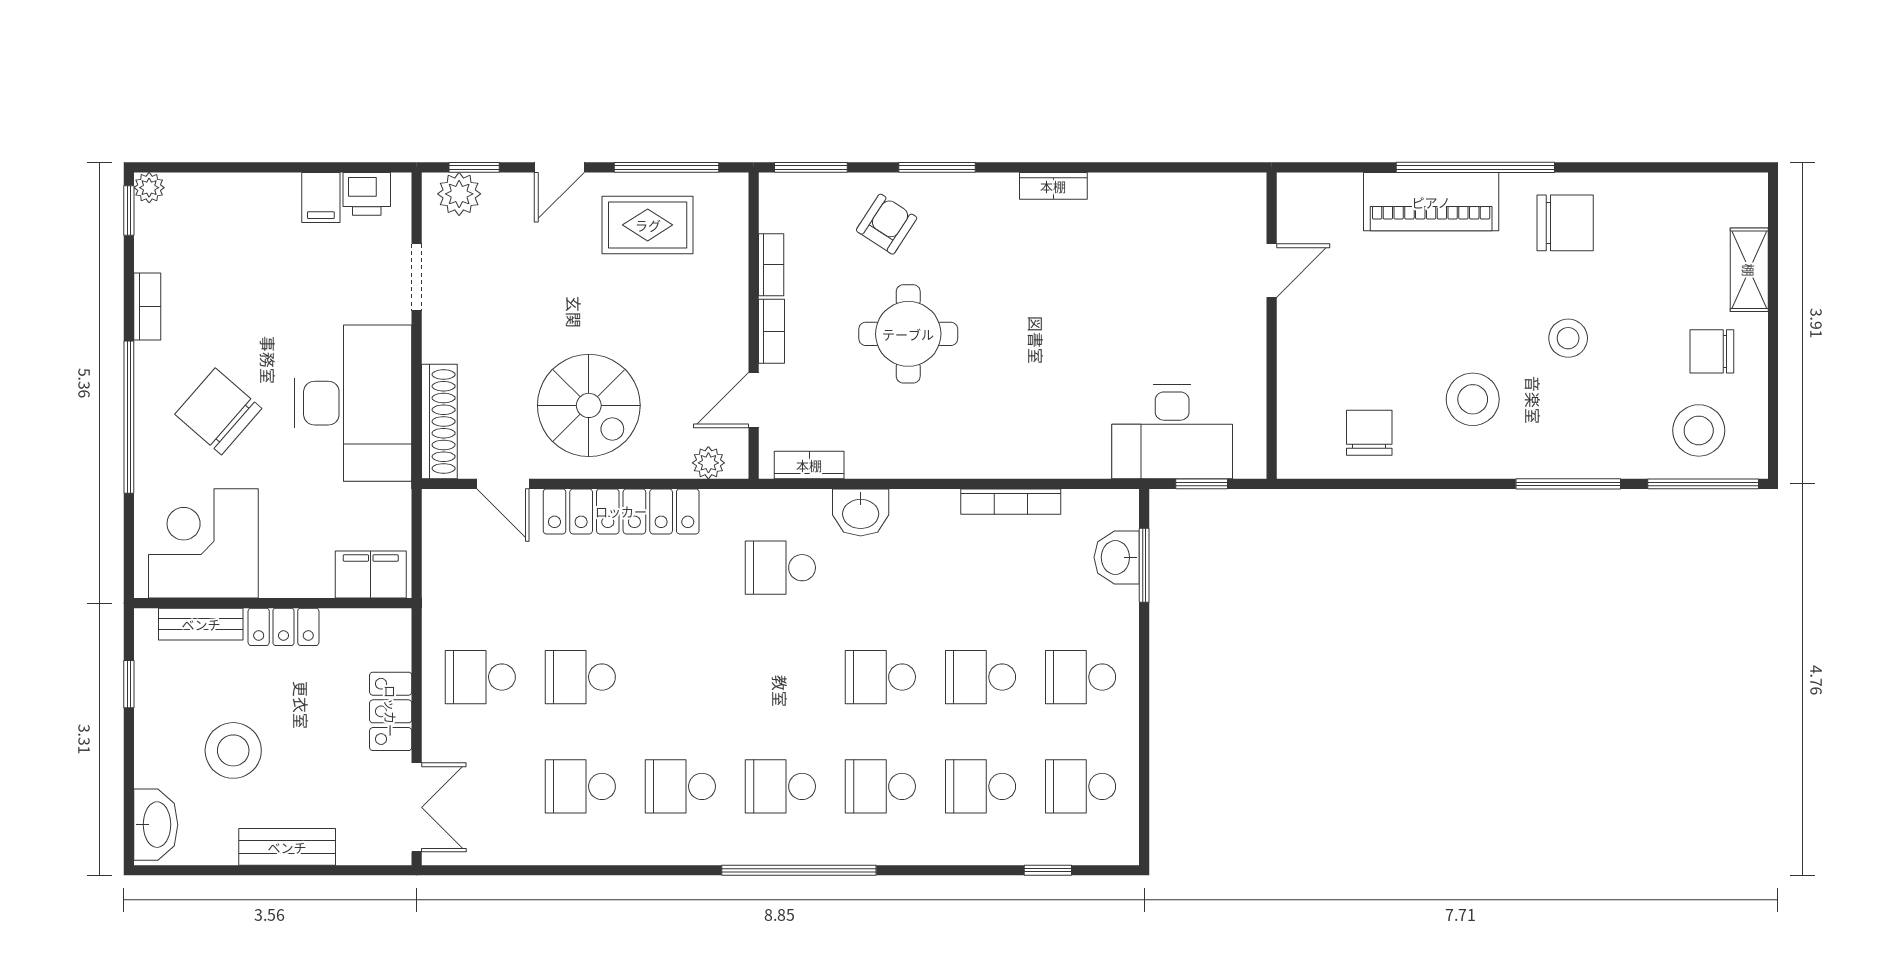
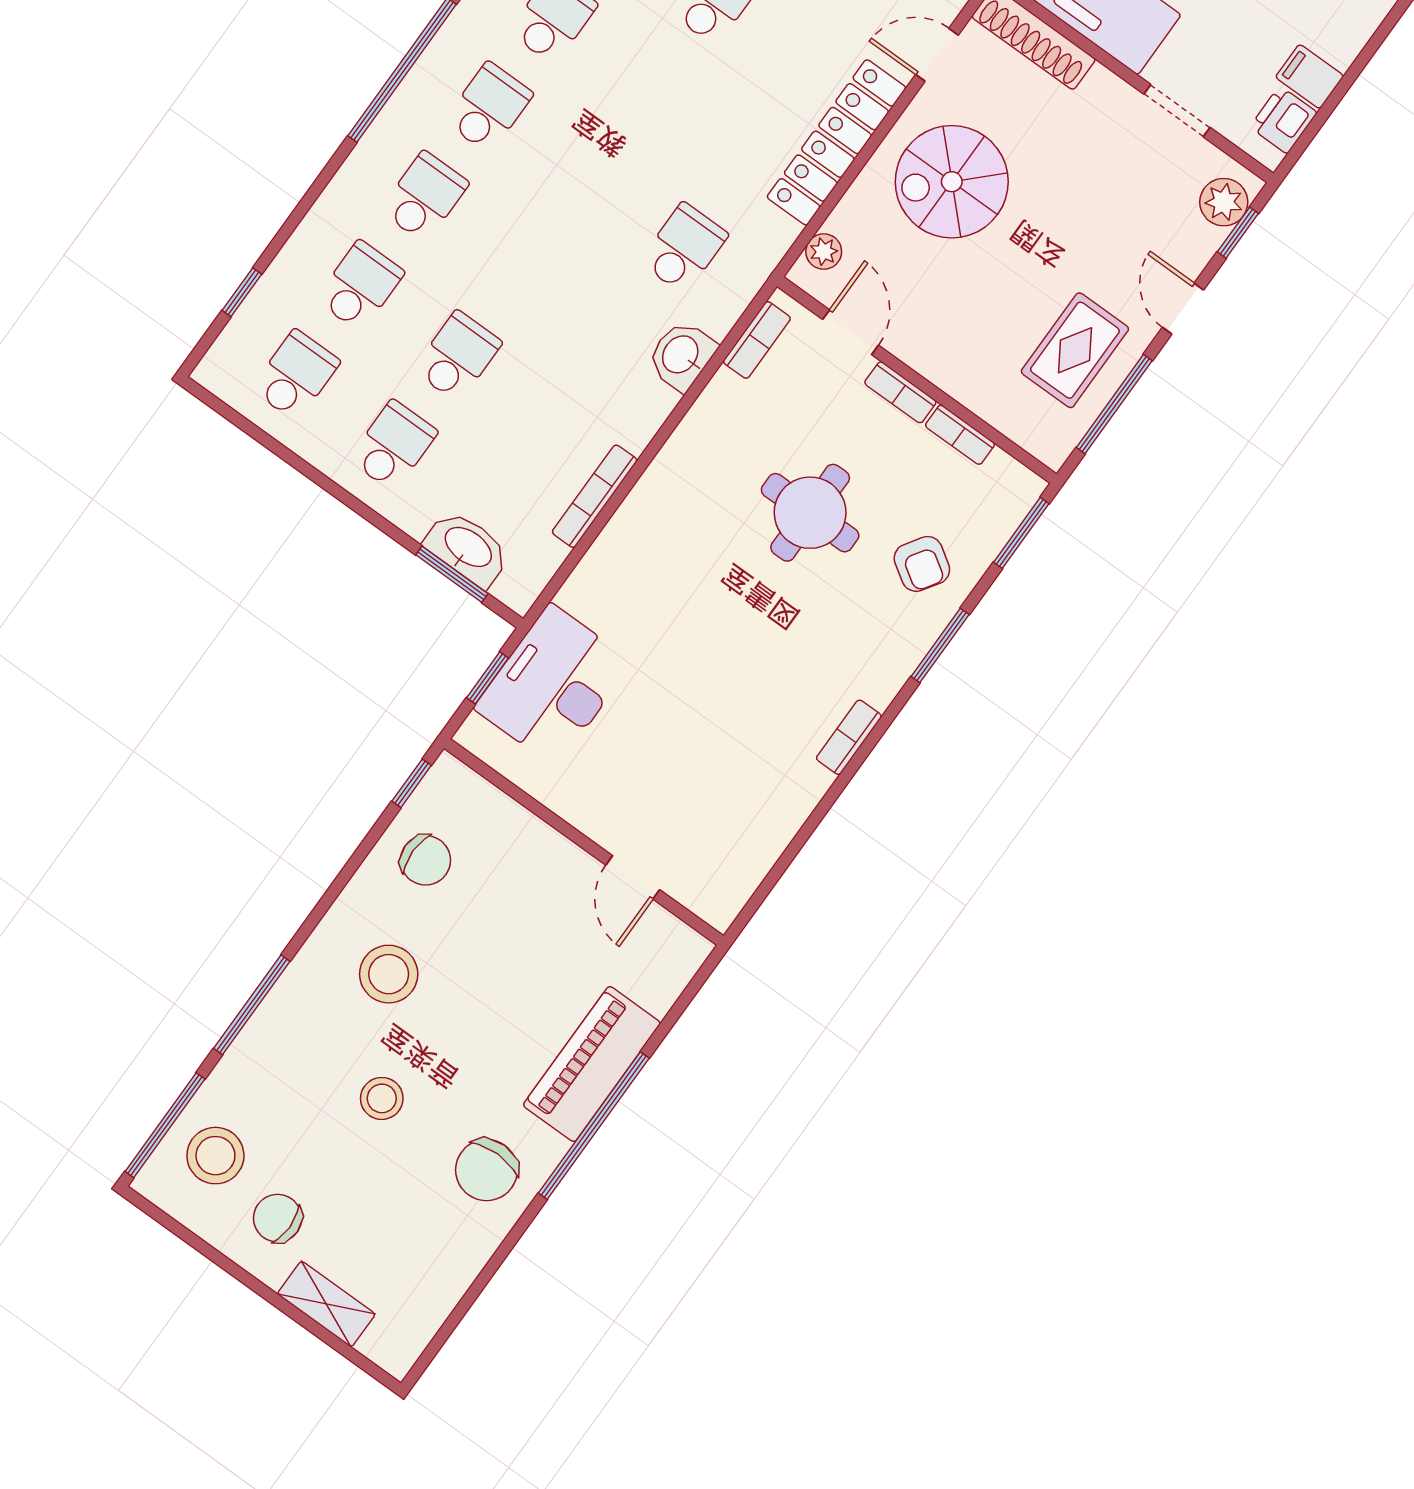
chair: (1712, 351) -> (278, 1218), turned -90
window: (1320, 484) -> (412, 783), added
washbasin: (1117, 557) -> (467, 548), width x1.38
school desk: (880, 677) -> (522, 267), removed

